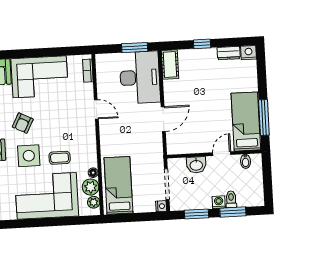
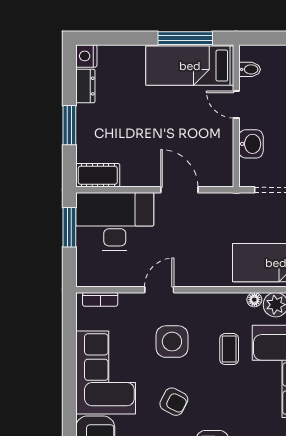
window: (202, 44) -> (69, 125), width x1.50
side table: (29, 156) -> (172, 342), moved

